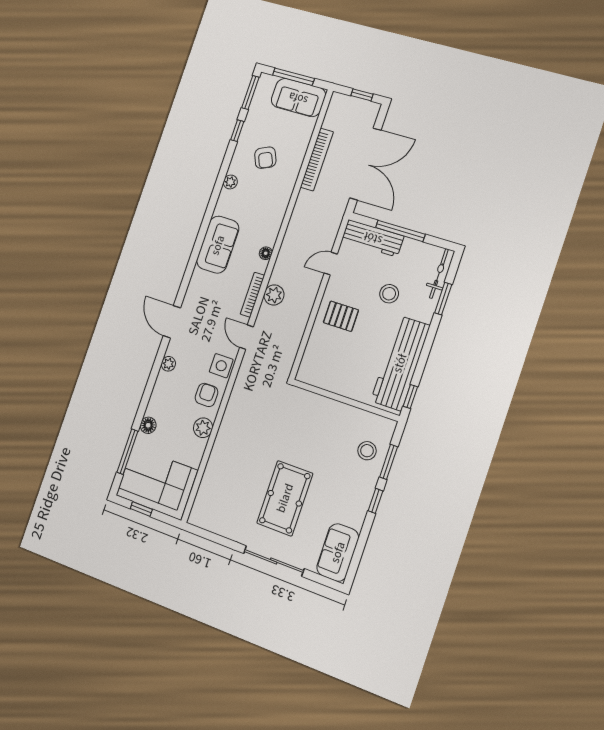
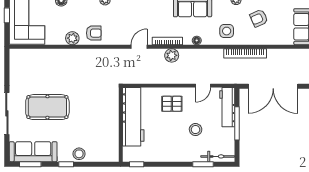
bookcase: (317, 160) -> (245, 53), moved
door: (331, 264) -> (203, 86), swing flipped
pallet: (341, 316) -> (172, 104), turned 90
workbench: (400, 363) -> (133, 117), moved, turned 90
side table: (221, 366) -> (227, 31), moved
stool: (367, 451) -> (79, 154), moved
window: (389, 462) -> (30, 164), moved
sofa: (338, 552) -> (33, 152), width x1.36

